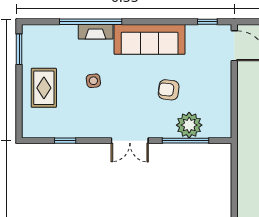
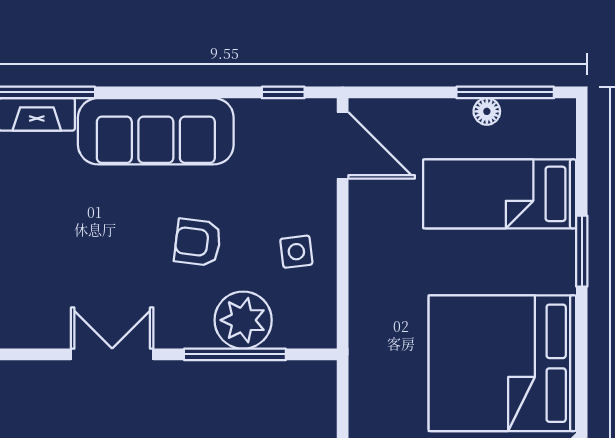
side table: (93, 81) -> (296, 252), moved
double door: (130, 141) -> (112, 354), swing flipped

